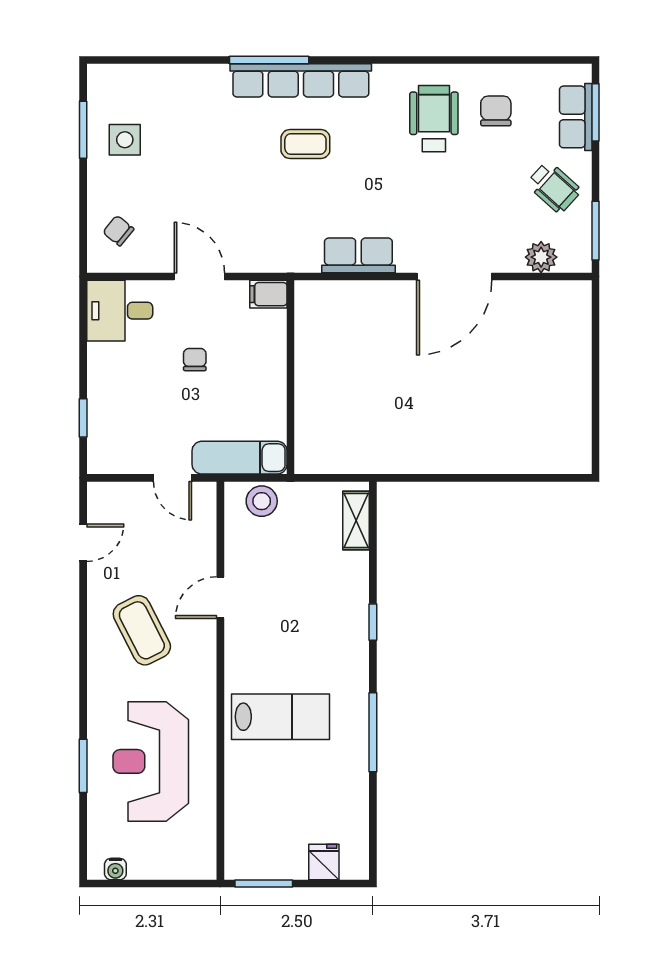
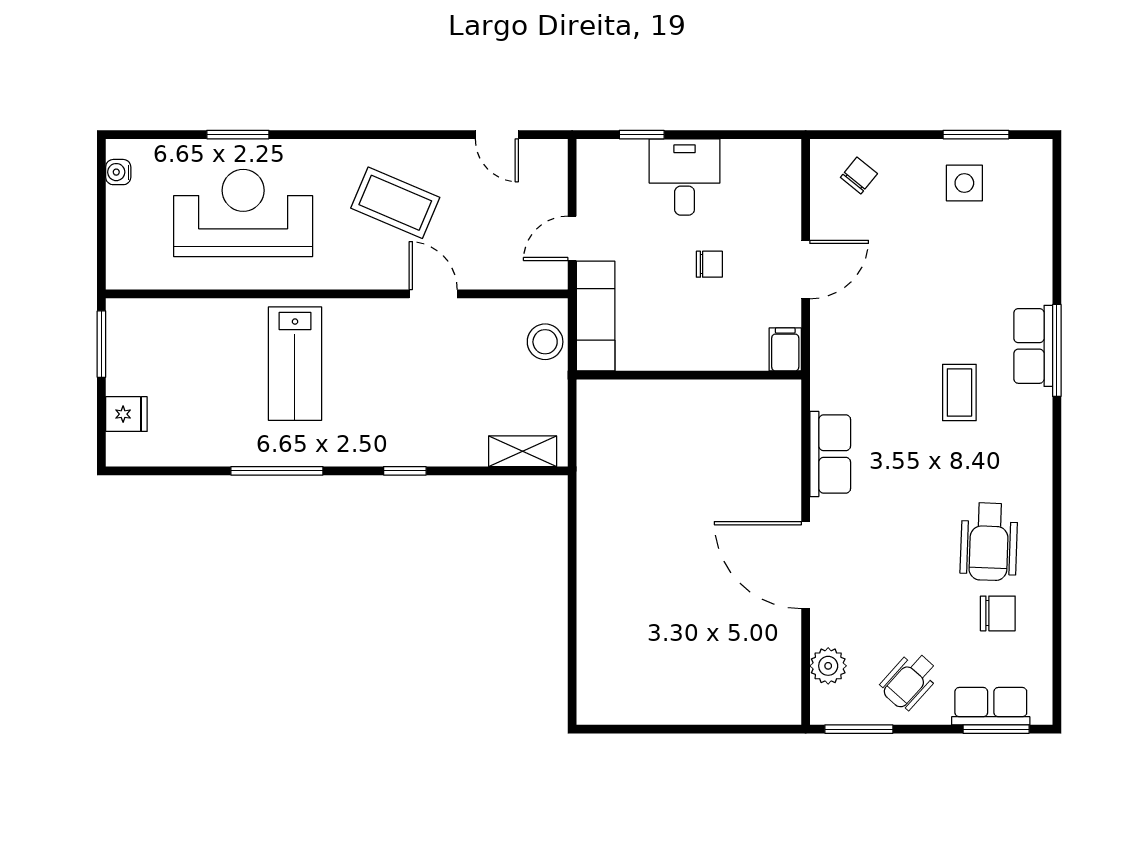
row of seats: (301, 80) -> (1033, 346), width x0.50
wheelchair: (434, 119) -> (989, 542), turned 92
desk: (120, 311) -> (685, 177), moved
coffee table: (142, 630) -> (395, 203), turned 50

